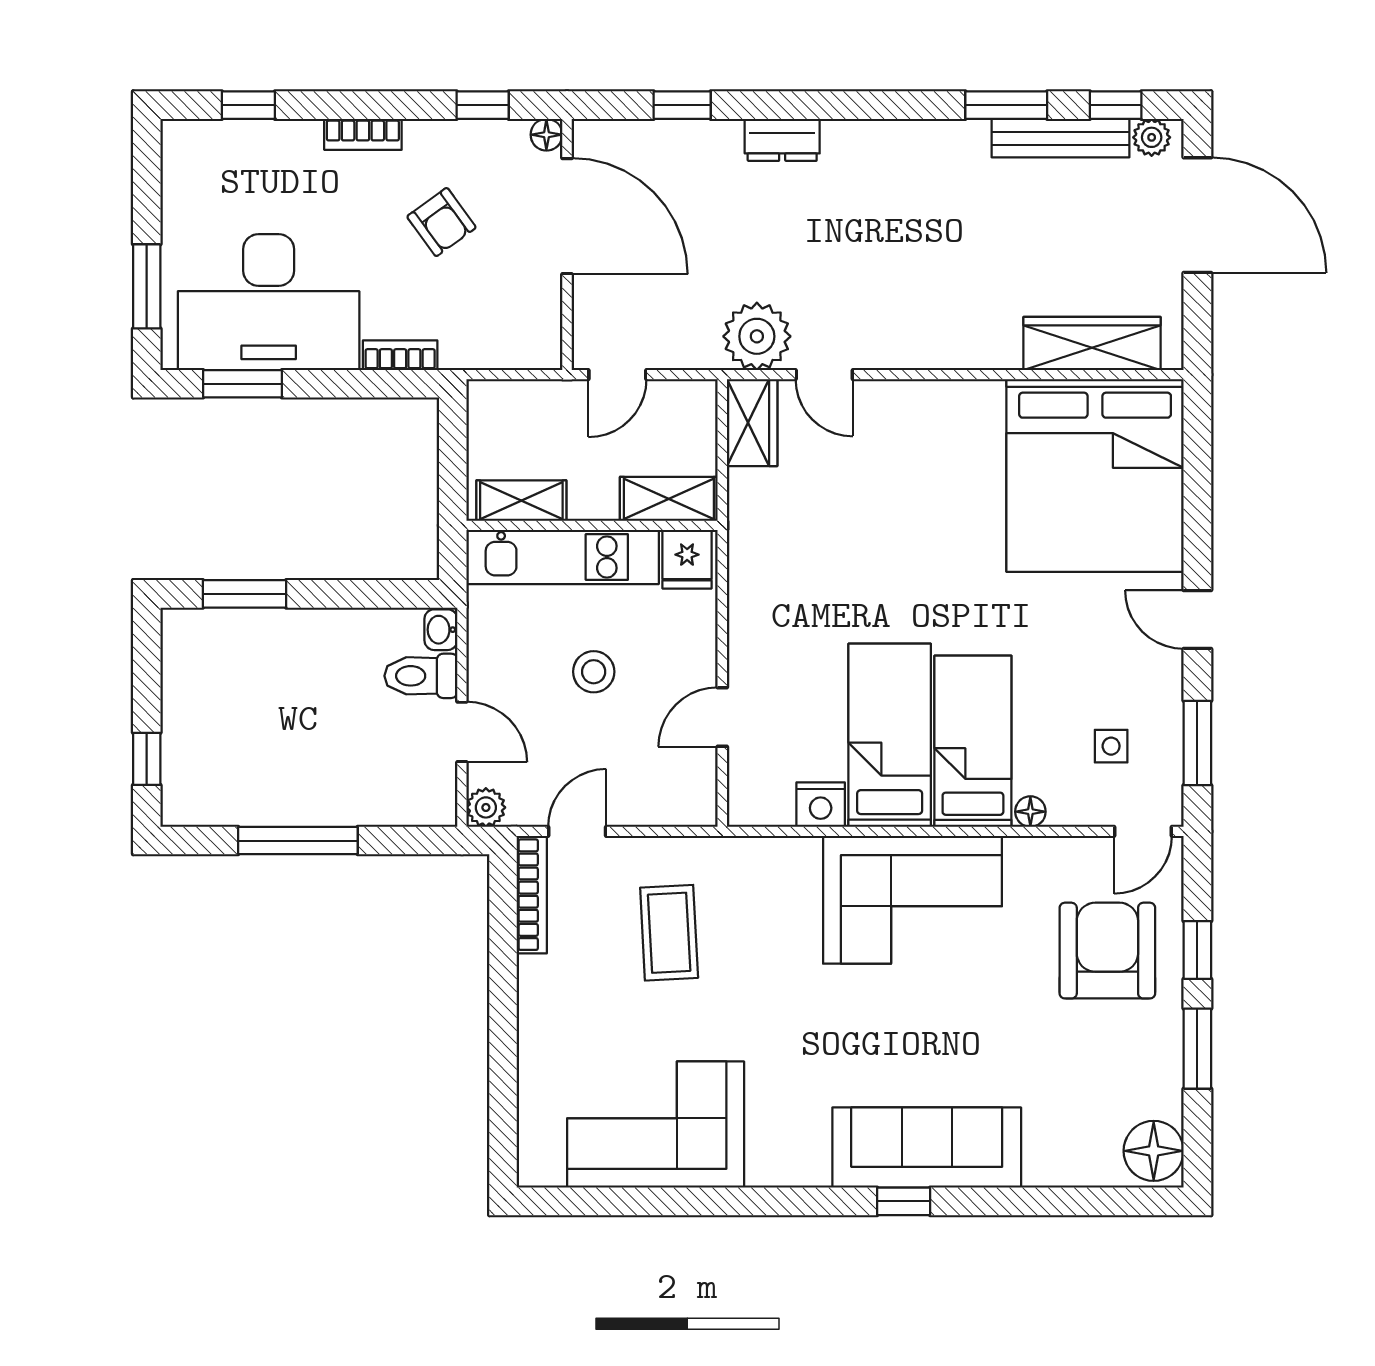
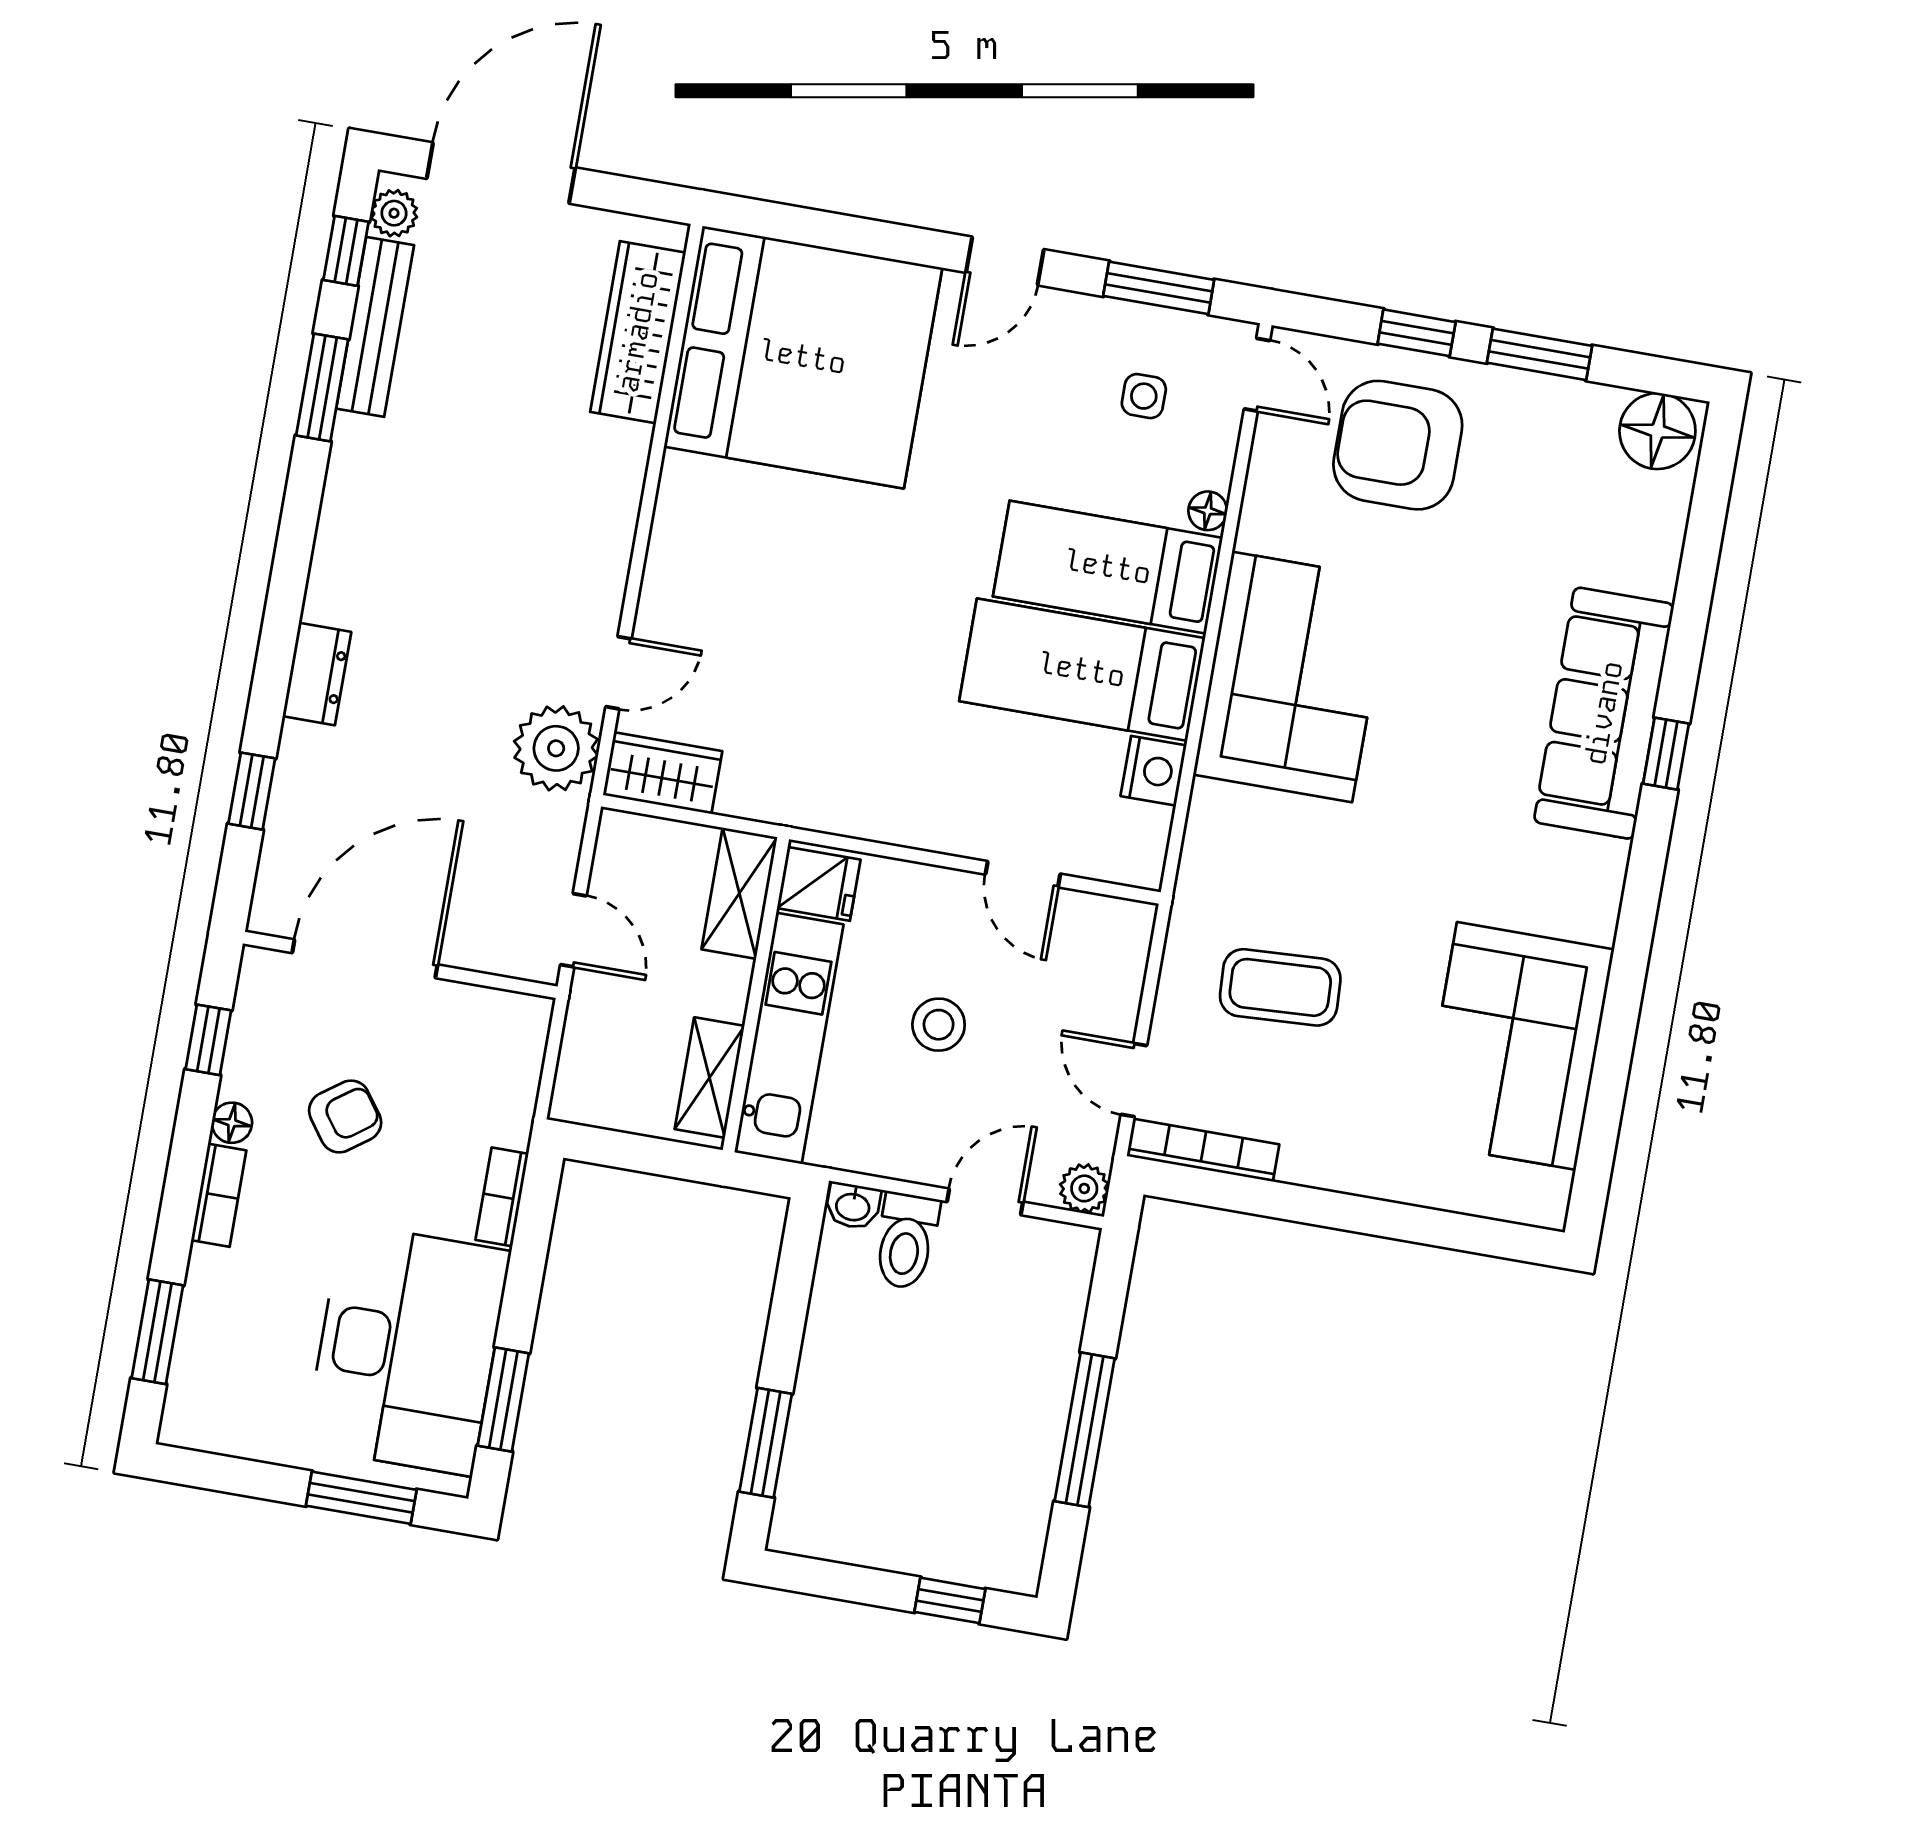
window: (248, 105) -> (157, 1332), width x1.50
floor lamp: (546, 135) -> (232, 1123), moved

